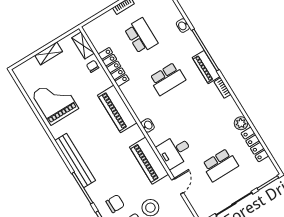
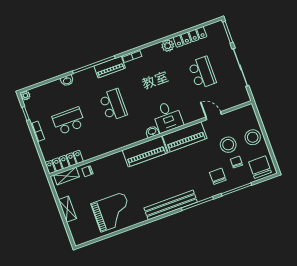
locker: (114, 67) -> (64, 162), moved
grand piano: (55, 101) -> (112, 212), turned 180
piano: (117, 109) -> (145, 152), moved
desk: (175, 151) -> (167, 117), moved

